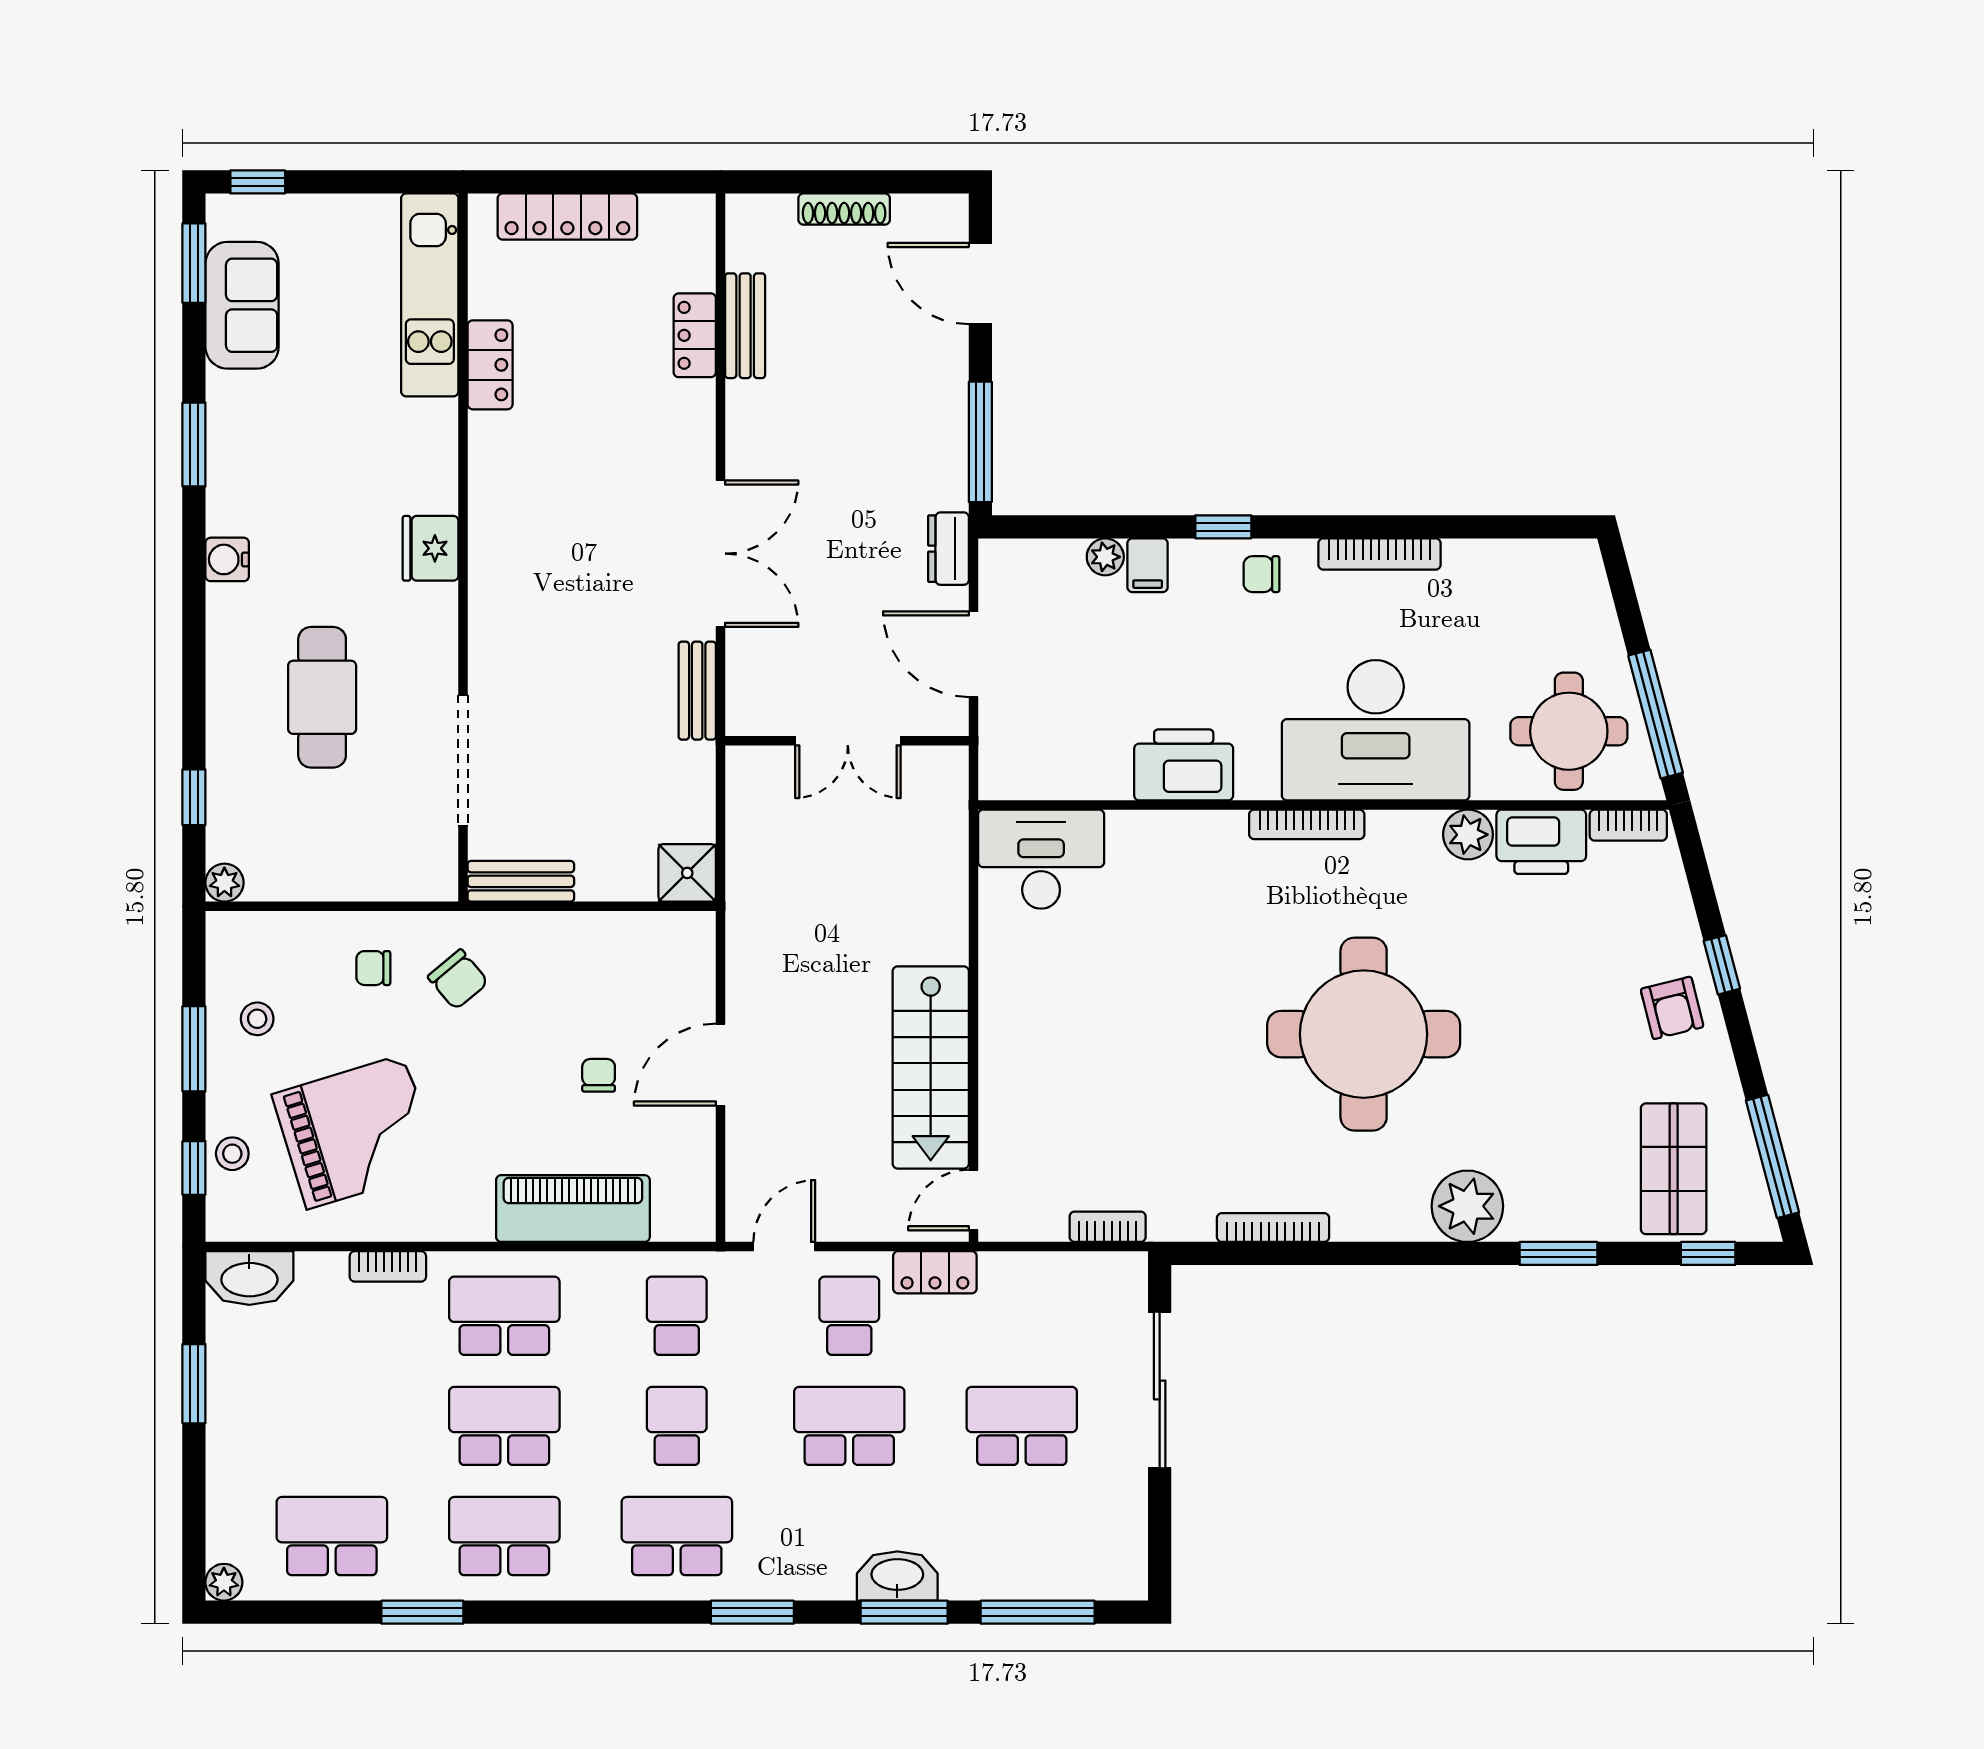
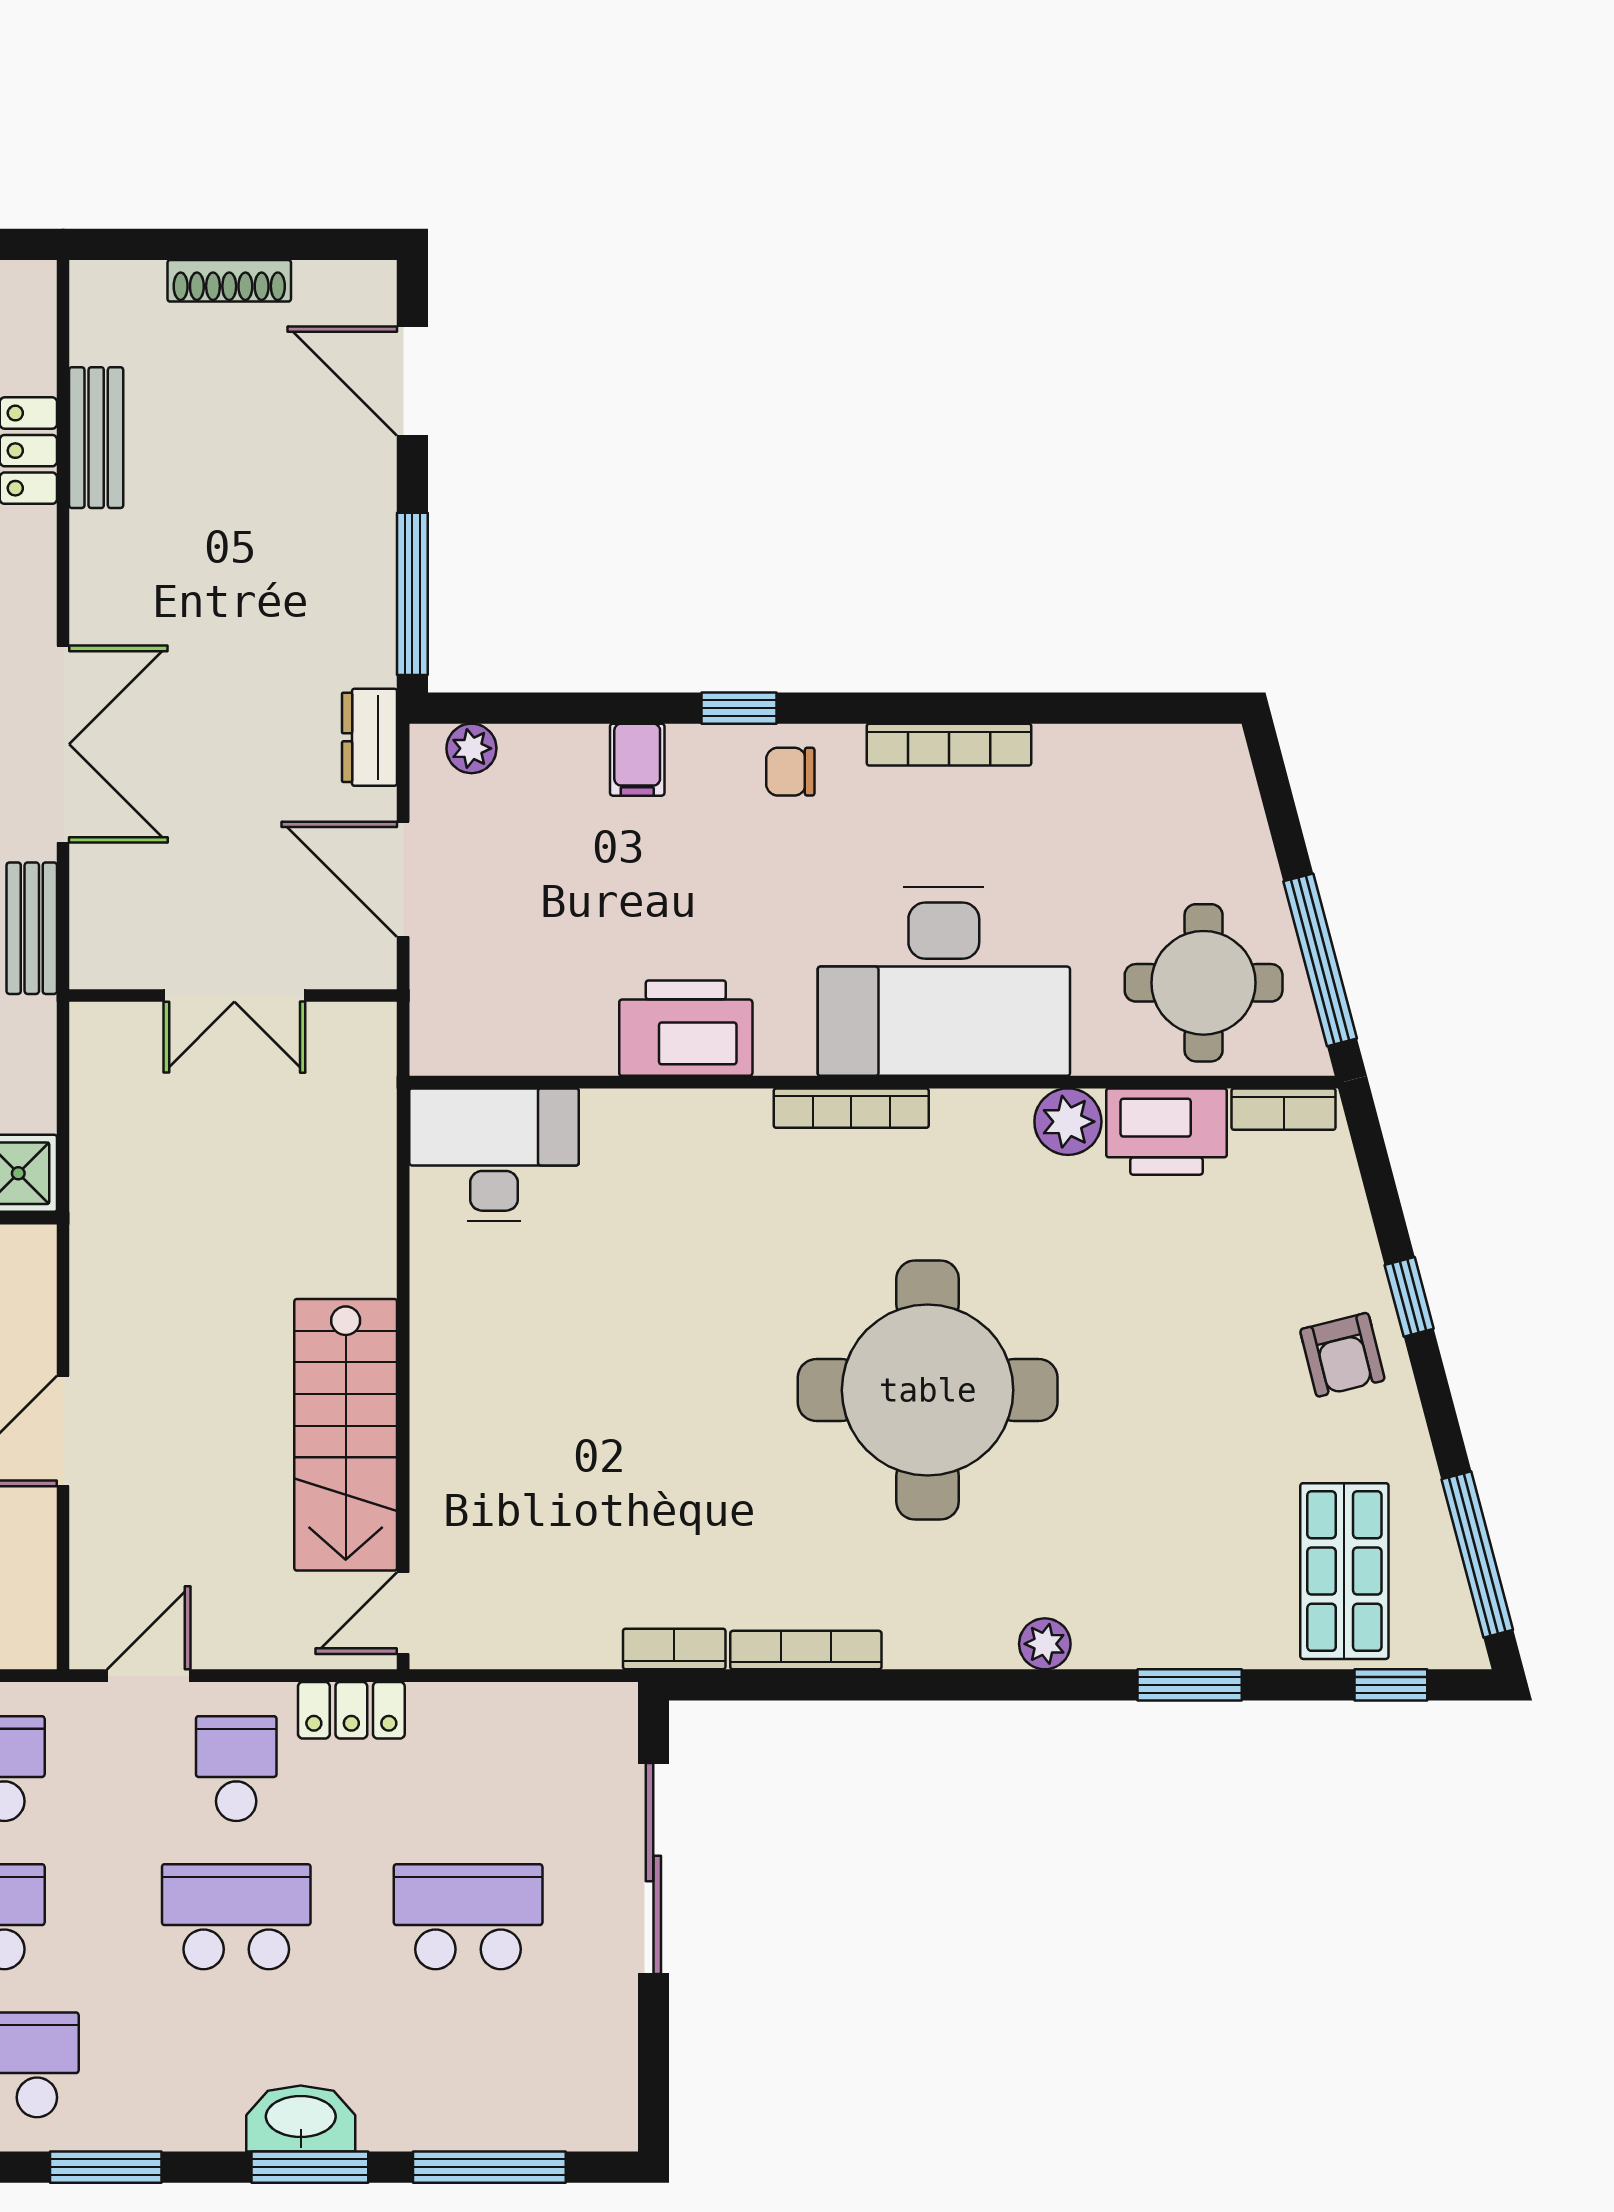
plant: (1105, 557) -> (471, 748), moved
plant: (1467, 1206) -> (1045, 1644), width x0.53, depth x0.53
bookcase: (1108, 1227) -> (674, 1649), moved

